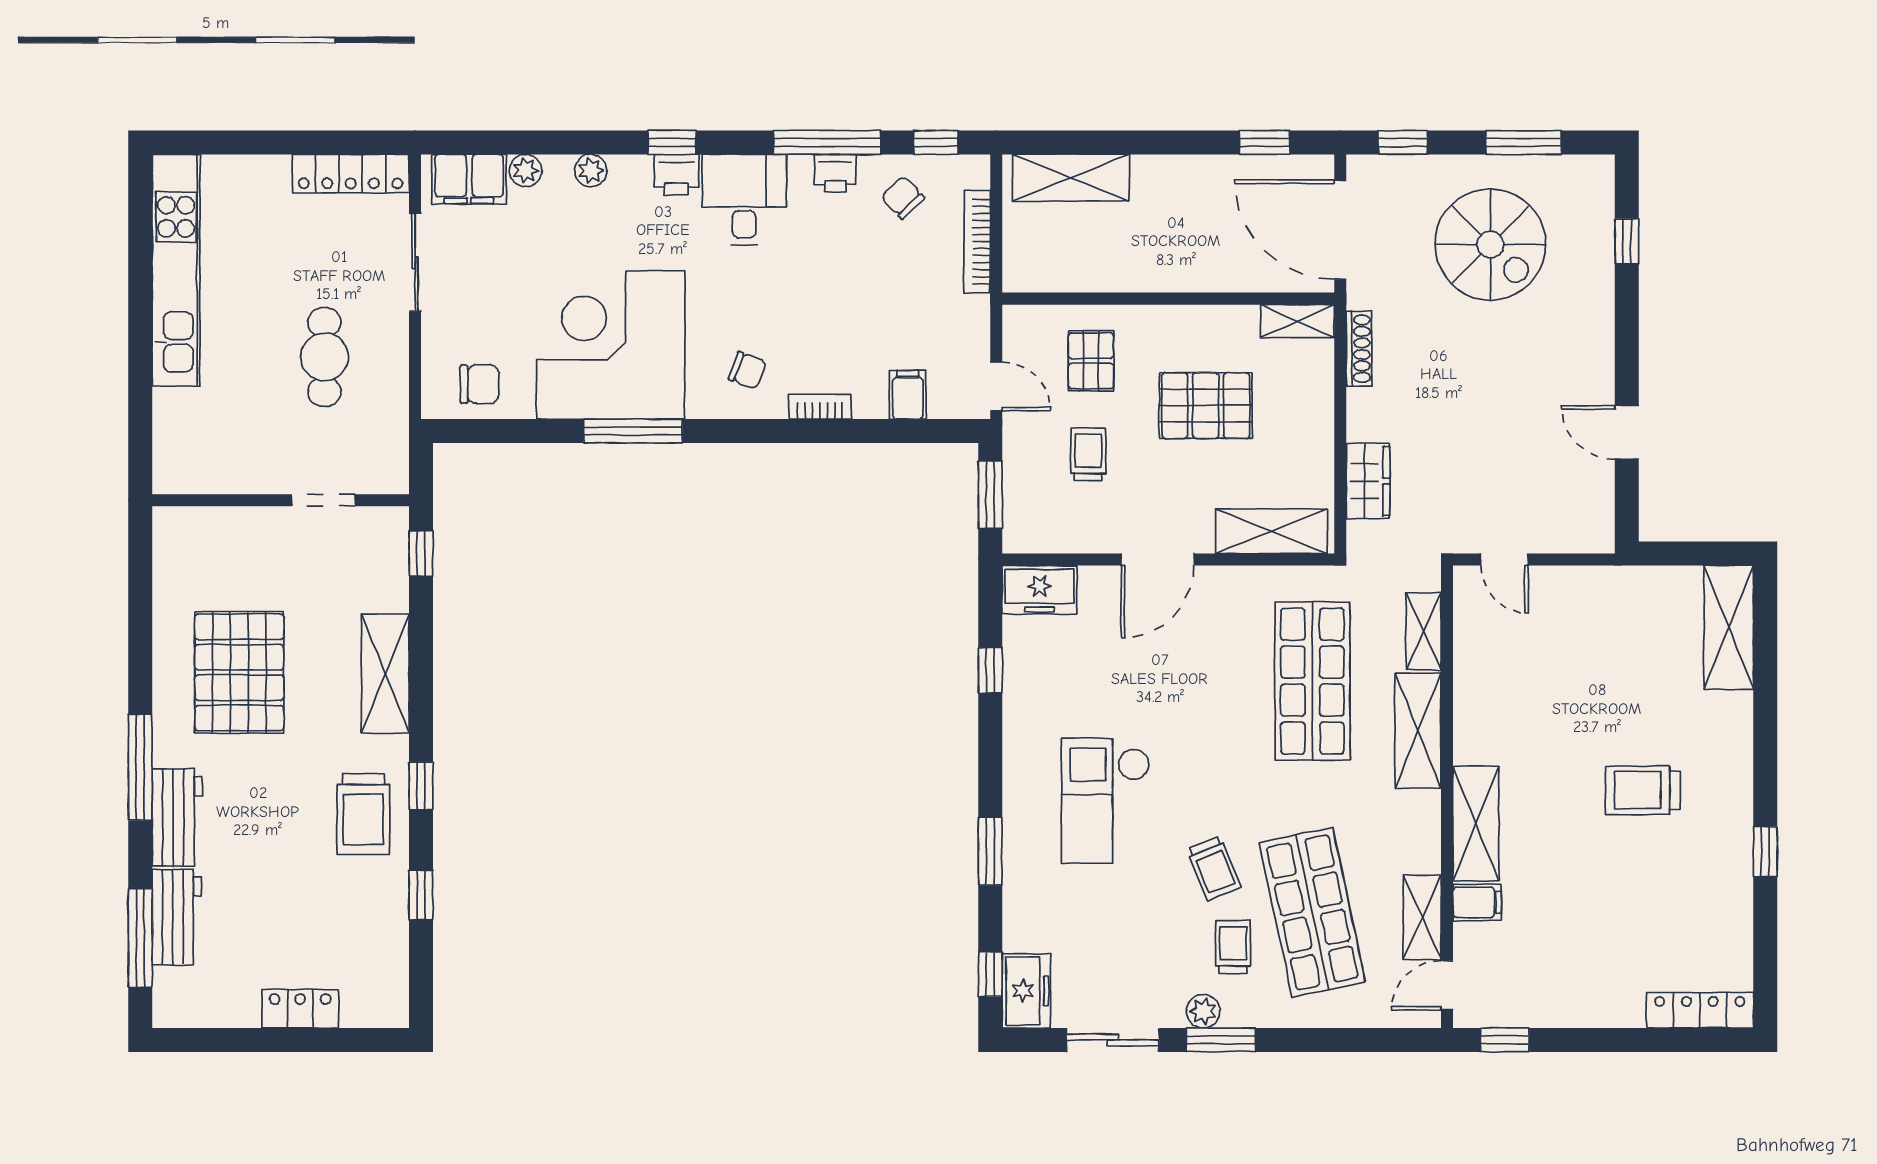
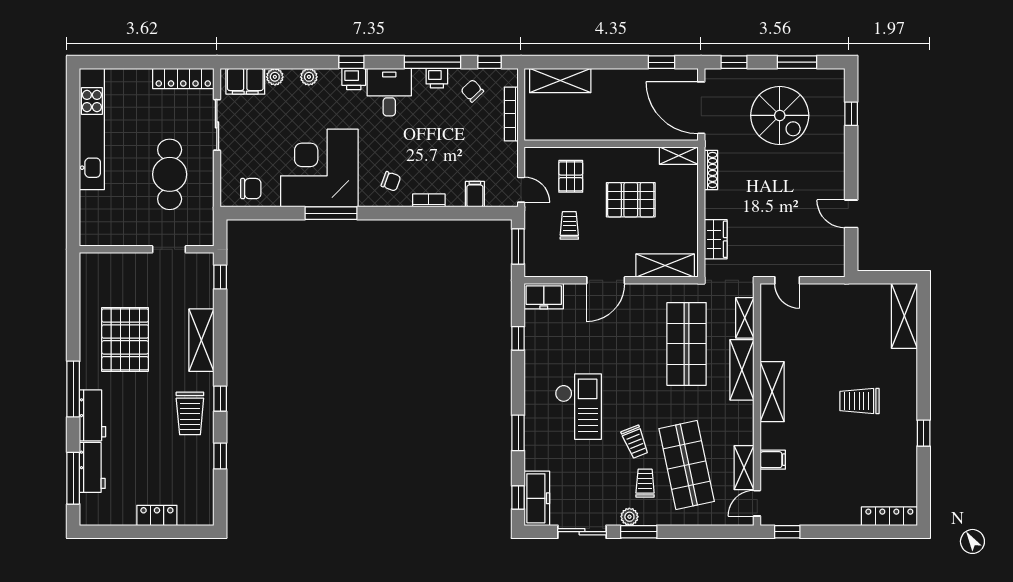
cafe table: (324, 357) -> (170, 174), width x1.37, depth x1.35
checkout: (1106, 801) -> (578, 407), turned 180
shelving: (1476, 824) -> (772, 392), moved
freezer: (1026, 991) -> (537, 498), width x1.40

